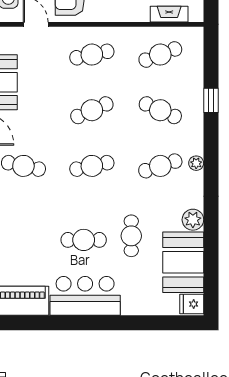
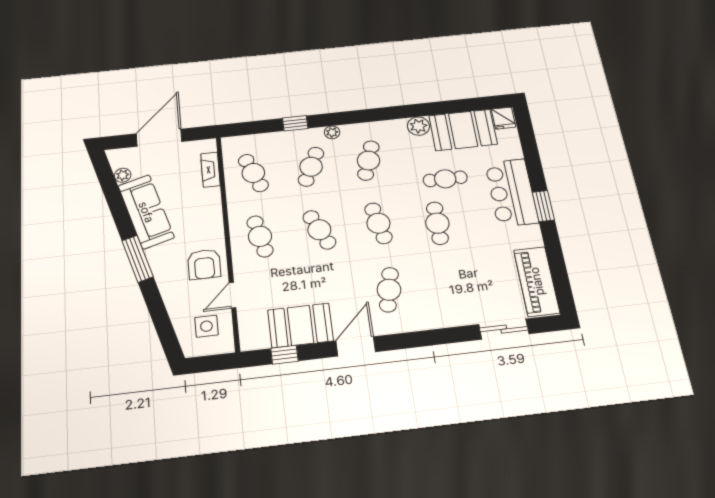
plant: (196, 163) -> (332, 132), moved
cafe table: (160, 166) -> (368, 161), turned 36
cafe table: (84, 240) -> (437, 223), moved
bar counter: (85, 296) -> (512, 193), moved
window: (91, 323) -> (543, 206), added

